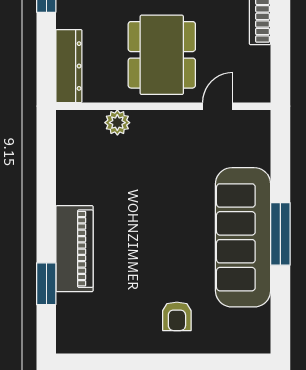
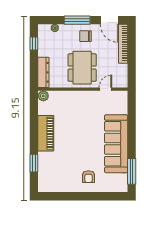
plant: (117, 123) -> (43, 96), moved
window: (280, 234) -> (132, 171), moved
piano: (75, 249) -> (46, 133), moved

